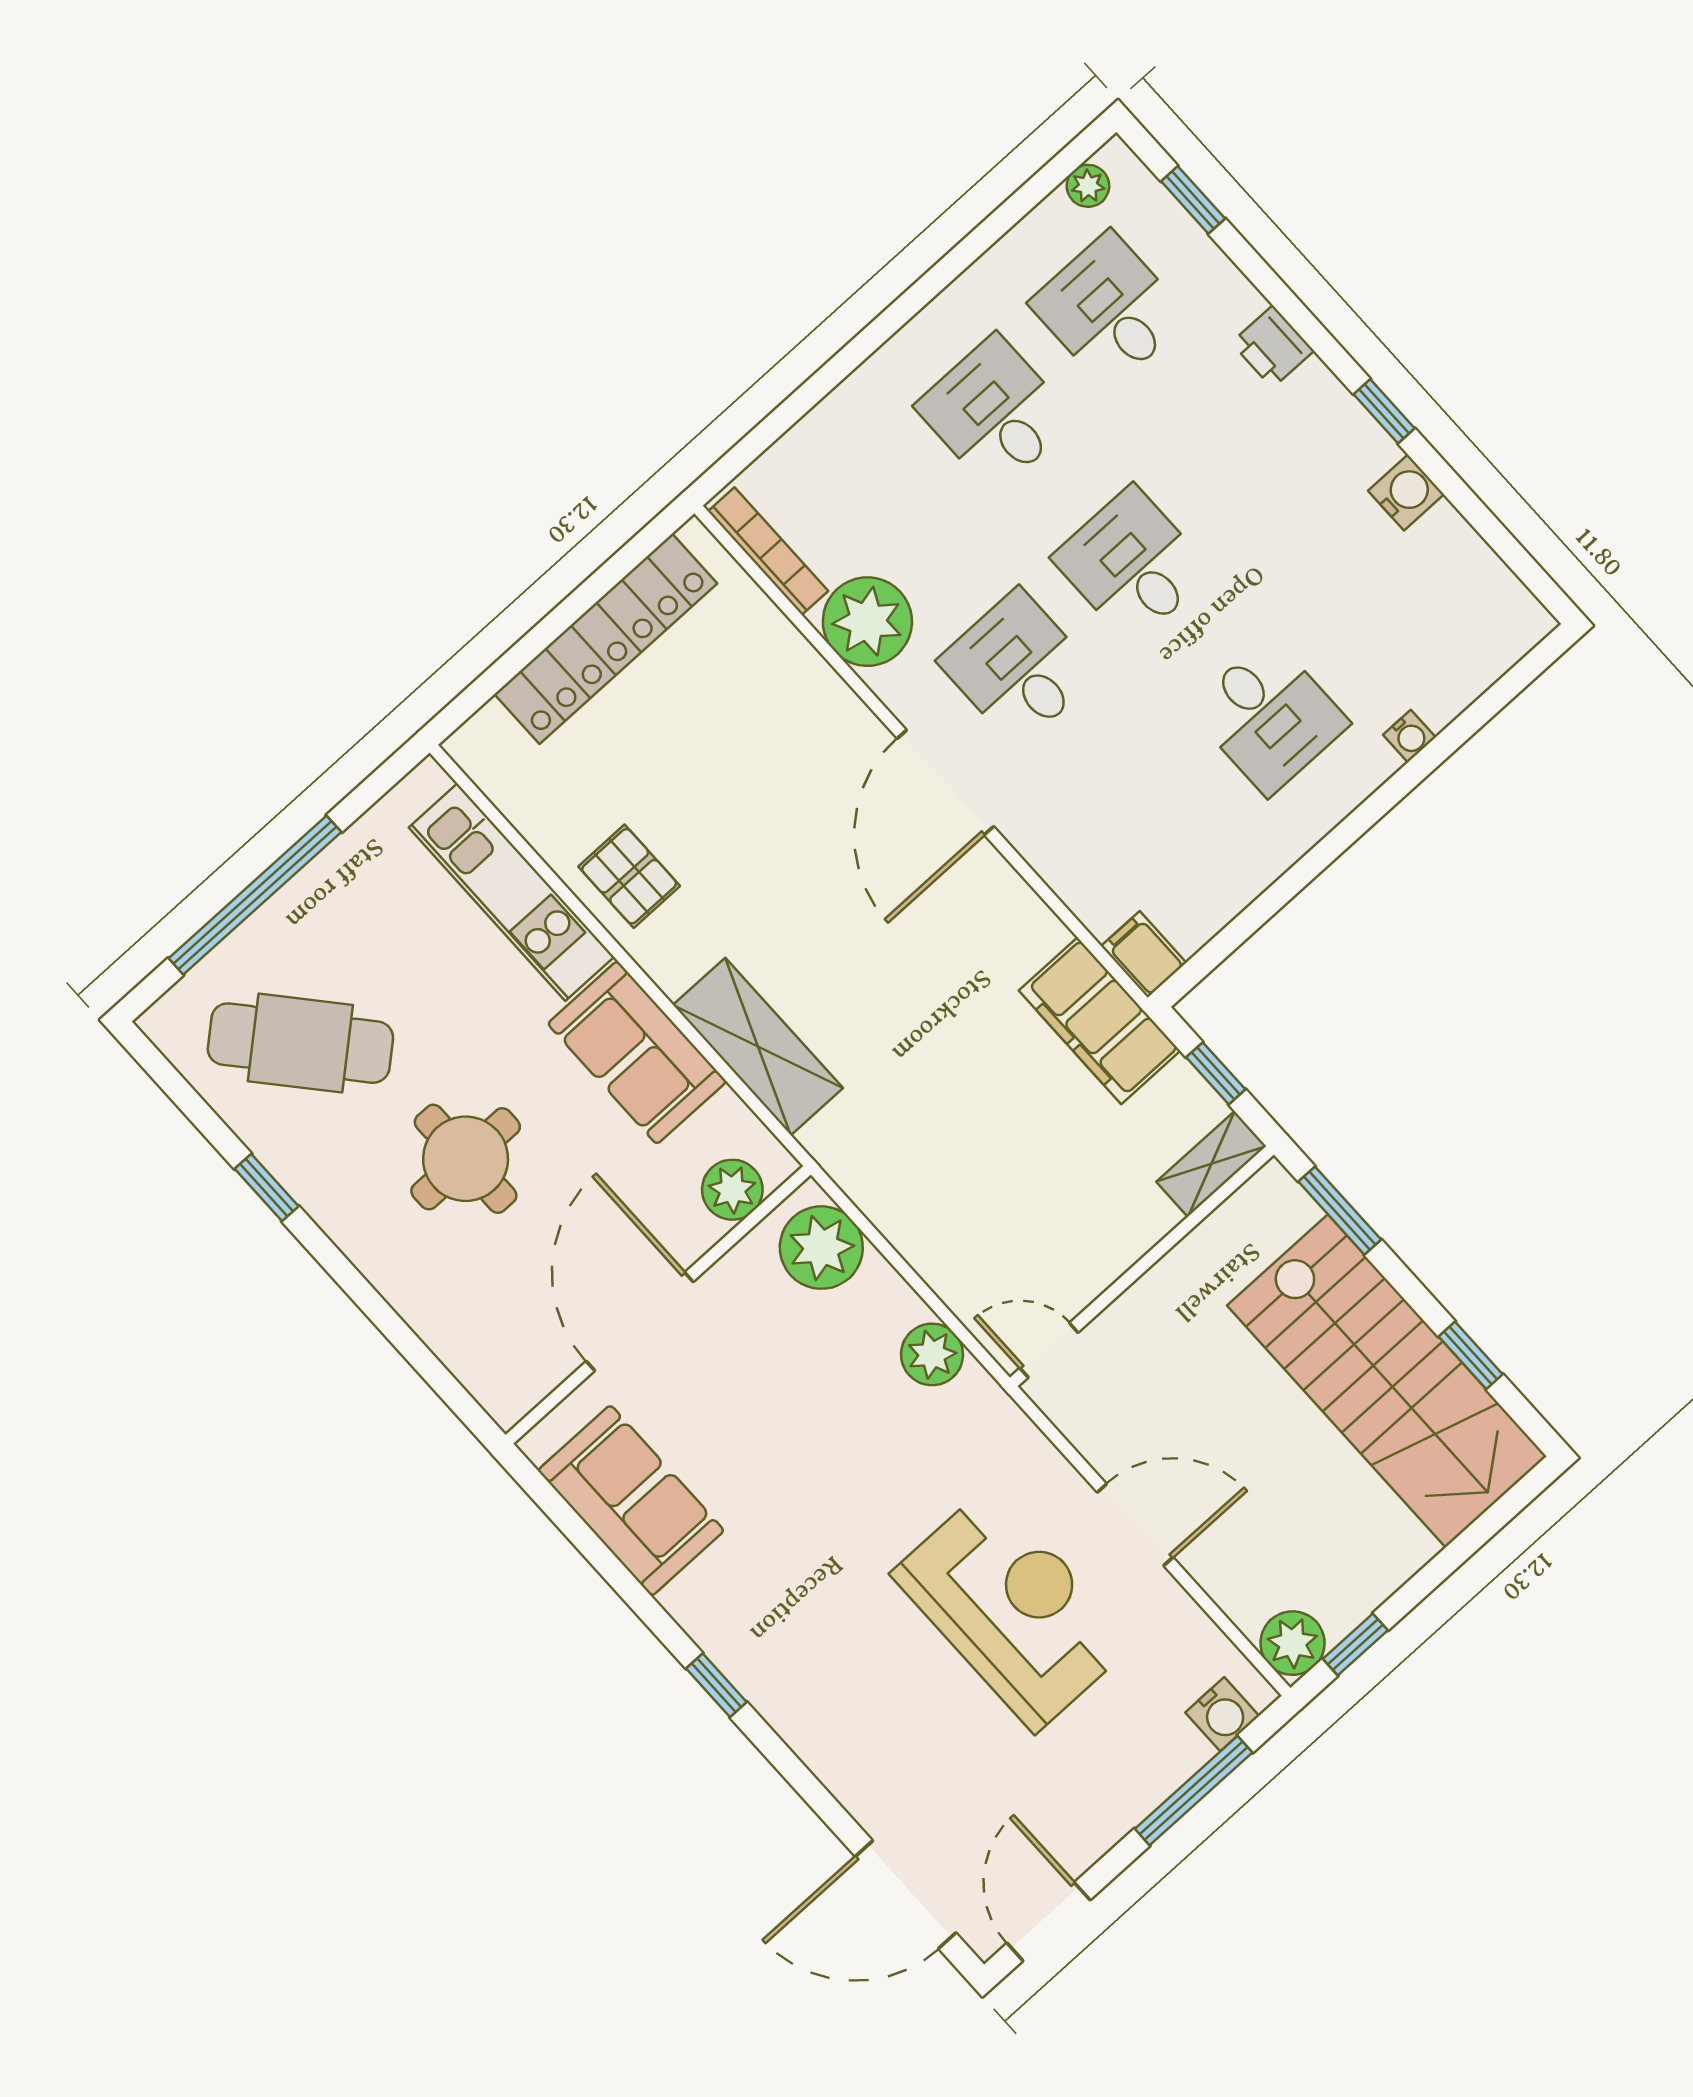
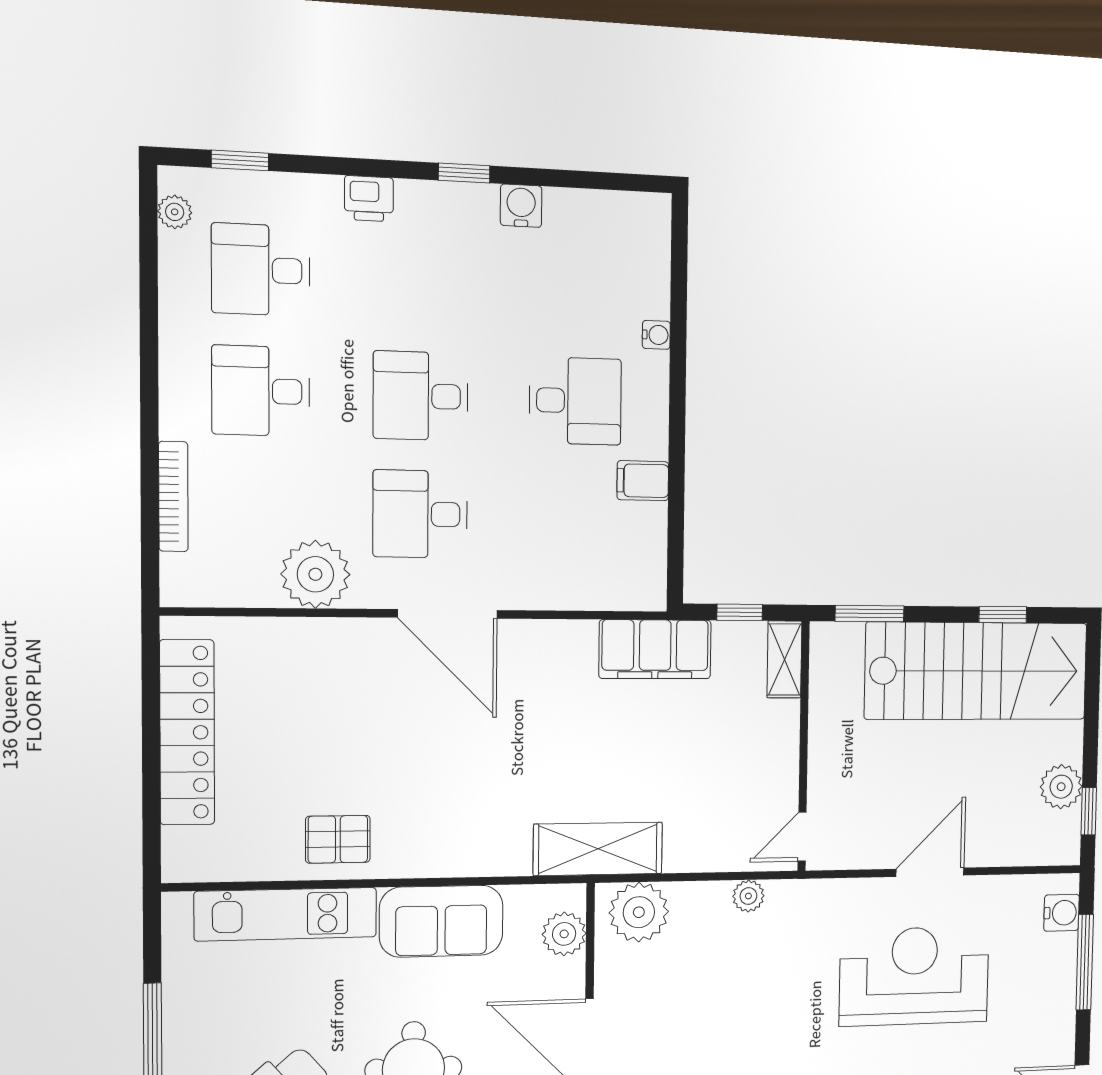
bookcase: (768, 551) -> (173, 496), moved, turned 90
filing cabinet: (1144, 954) -> (643, 481), moved
shelving: (758, 1046) -> (598, 849), moved
plant: (932, 1354) -> (748, 896), width x0.73, depth x0.73
plant: (1293, 1643) -> (1061, 787), moved

